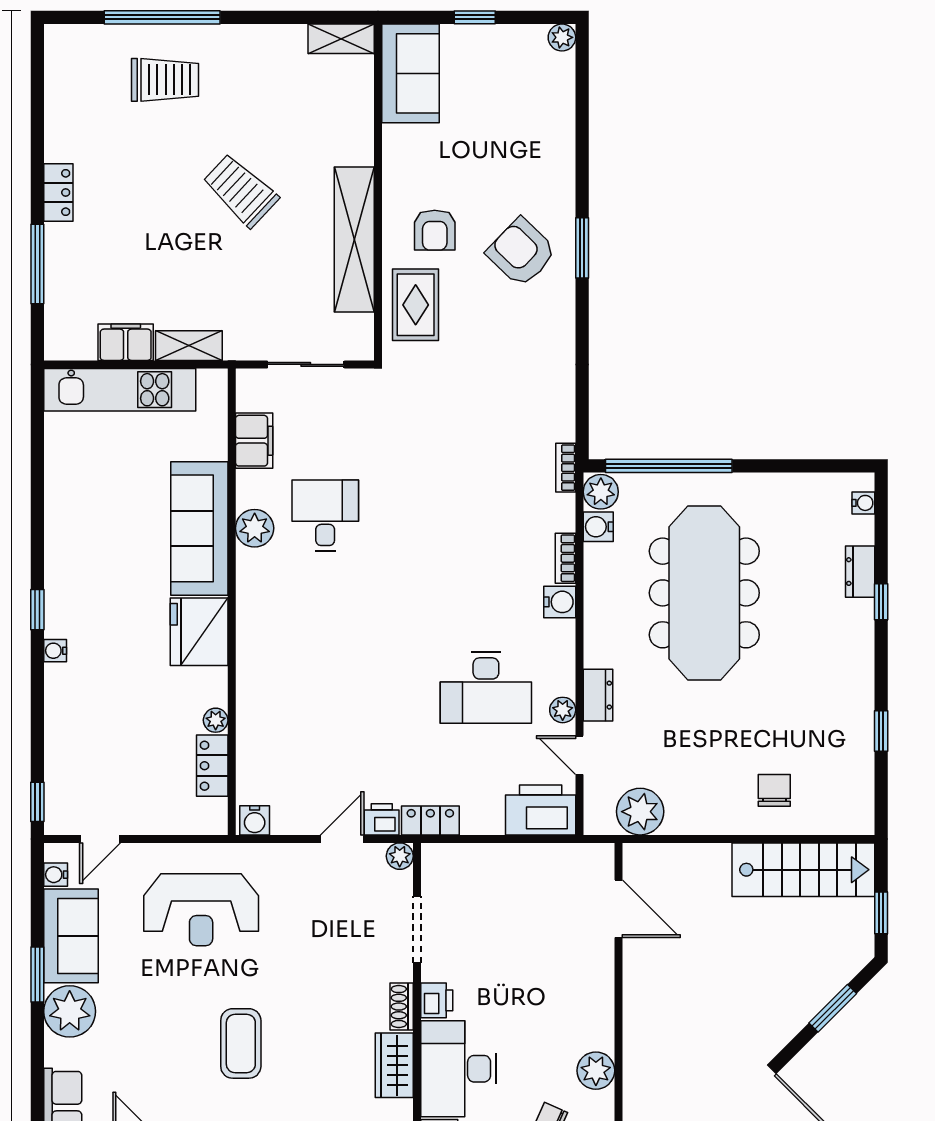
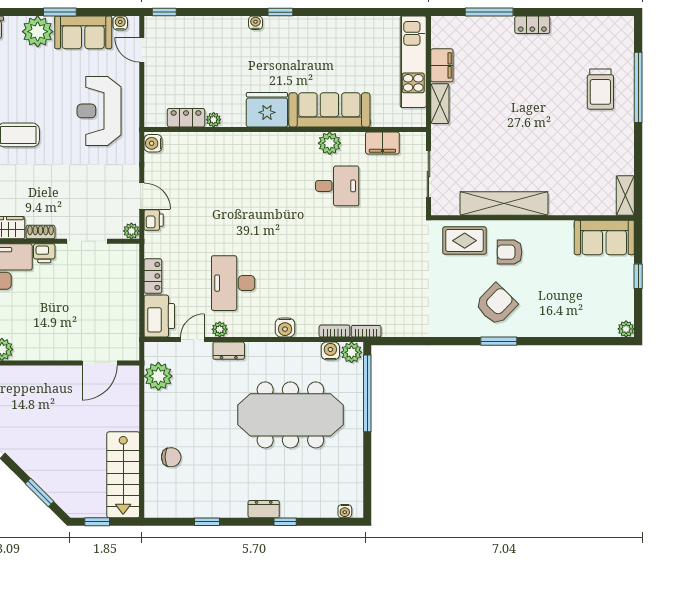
trolley: (241, 190) -> (534, 135), removed
bookcase: (565, 558) -> (334, 331), moved
dresser: (860, 572) -> (264, 509), moved
locker: (430, 820) -> (153, 276), moved

